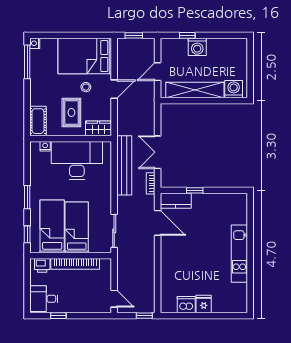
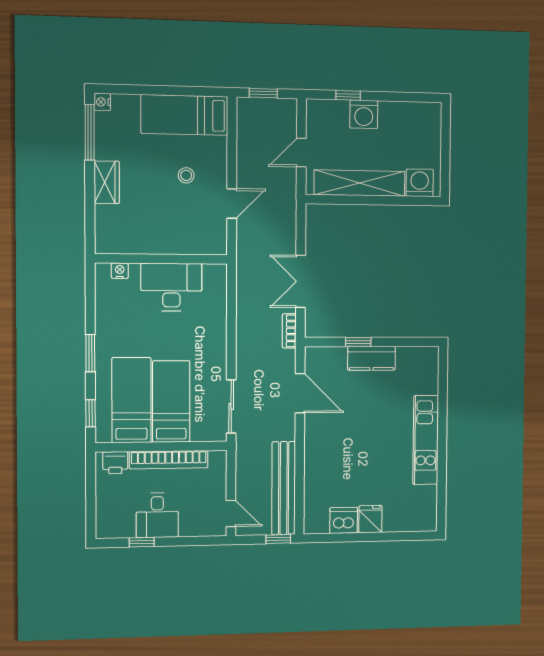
bed: (85, 56) -> (184, 115), width x0.67
door: (114, 89) -> (232, 204), moved
rug: (71, 112) -> (163, 216), removed
cot: (38, 121) -> (108, 230), removed
wardrobe: (98, 128) -> (107, 182), moved, turned 90
desk: (77, 161) -> (171, 287), width x0.73, depth x0.77
bench: (124, 165) -> (284, 488), moved
kitchen counter: (176, 201) -> (371, 358), moved
desk: (44, 299) -> (157, 515), moved, turned -90

